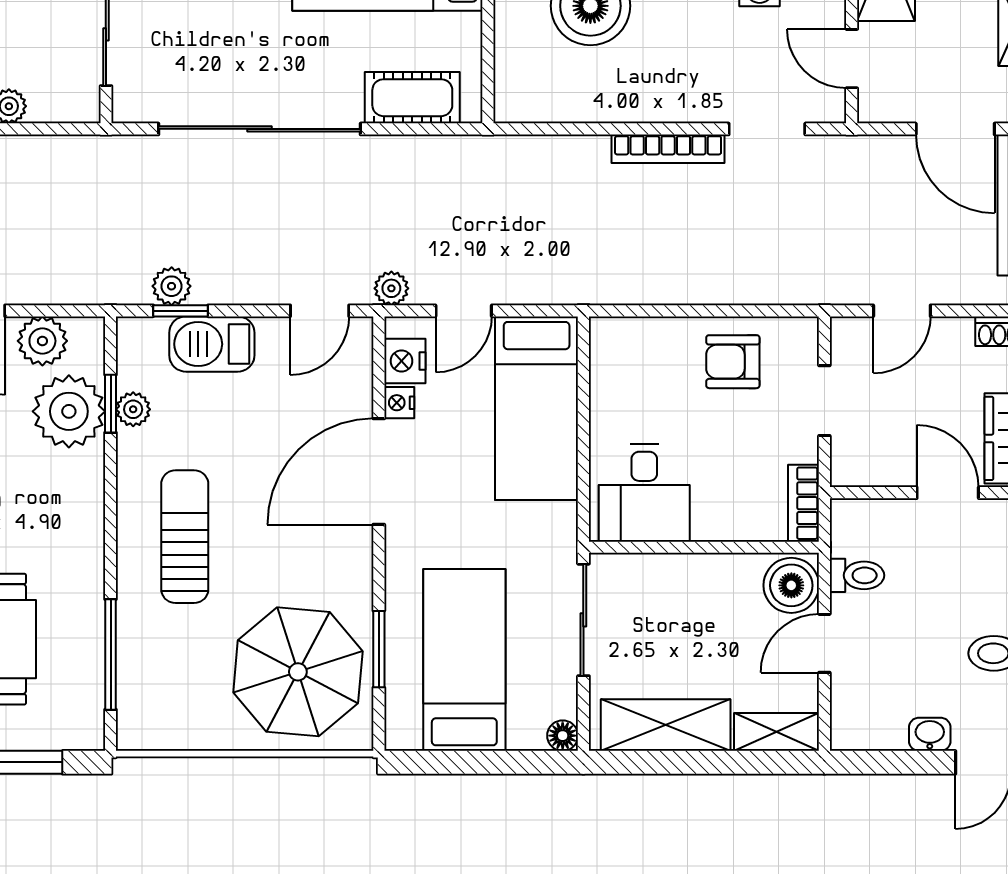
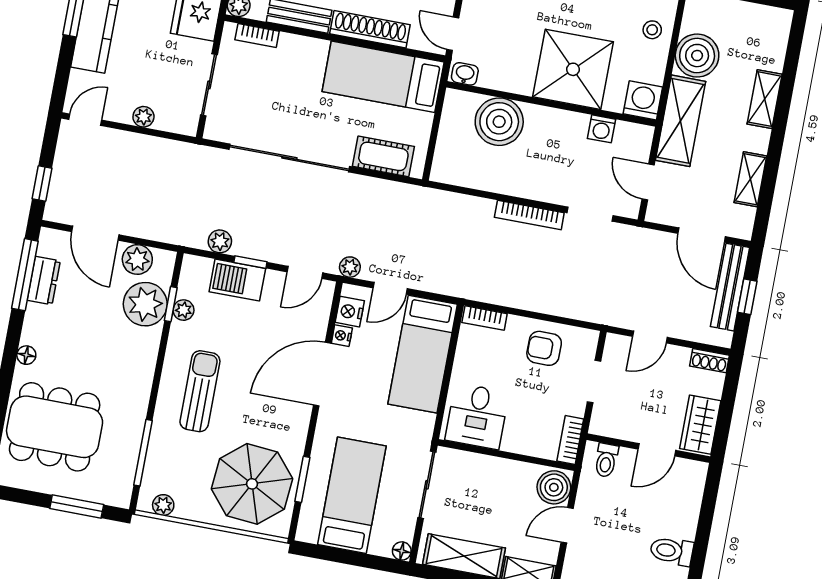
window: (181, 311) -> (250, 262), moved
bookcase: (627, 331) -> (485, 318), added
door: (948, 493) -> (657, 450), swing flipped
toilet: (857, 575) -> (606, 460), moved, turned 90
plant: (160, 733) -> (163, 505), added

